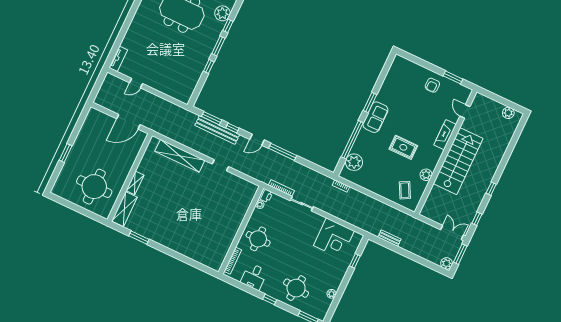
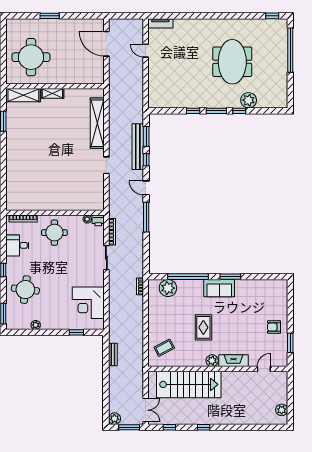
door: (128, 122) -> (106, 44), moved
stairs: (458, 161) -> (189, 384), moved
plant: (426, 175) -> (212, 361), moved

